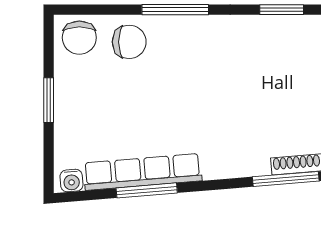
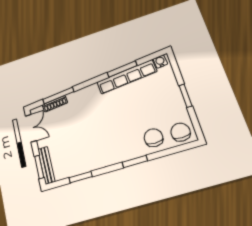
window: (175, 10) -> (135, 162), width x0.69
chair: (129, 42) -> (153, 138), turned 90

